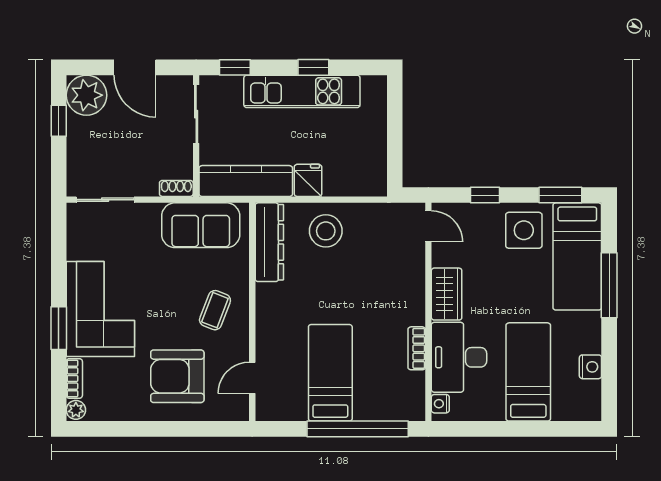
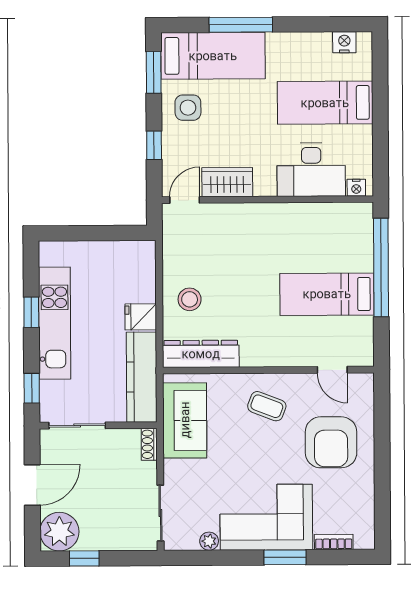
side table: (524, 230) -> (188, 108), width x0.73, depth x0.73
stool: (326, 231) -> (190, 299), width x0.73, depth x0.73
wardrobe: (447, 294) -> (227, 182), moved
bookcase: (417, 348) -> (303, 211), removed
nightstand: (590, 367) -> (344, 42), moved
plant: (76, 410) -> (209, 541), moved

